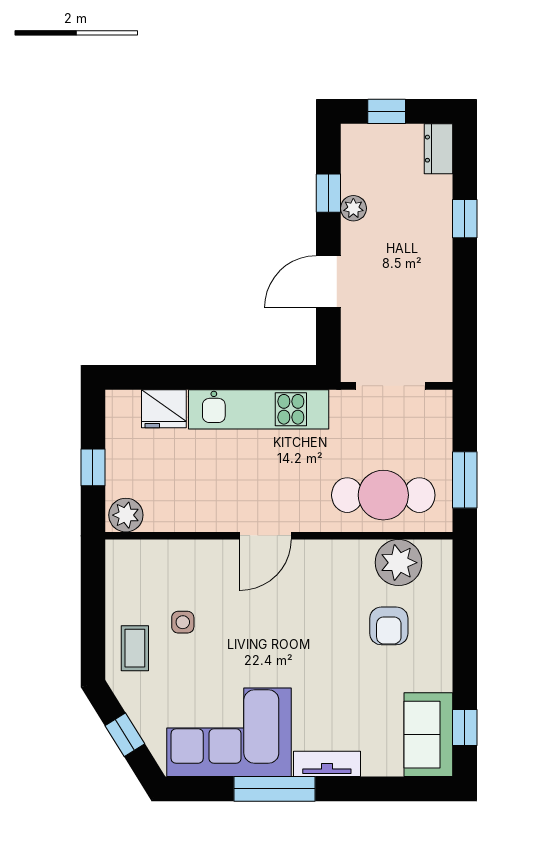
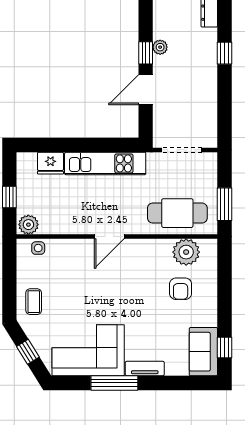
window: (328, 193) -> (146, 53), moved
side table: (183, 622) -> (38, 248), moved

